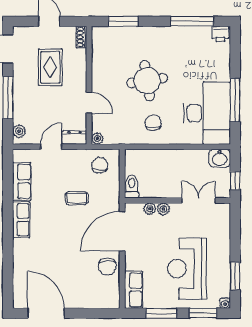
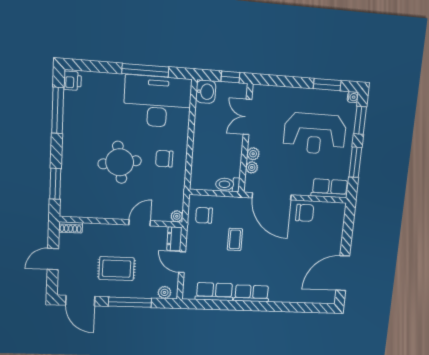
rug: (50, 67) -> (117, 269), moved

